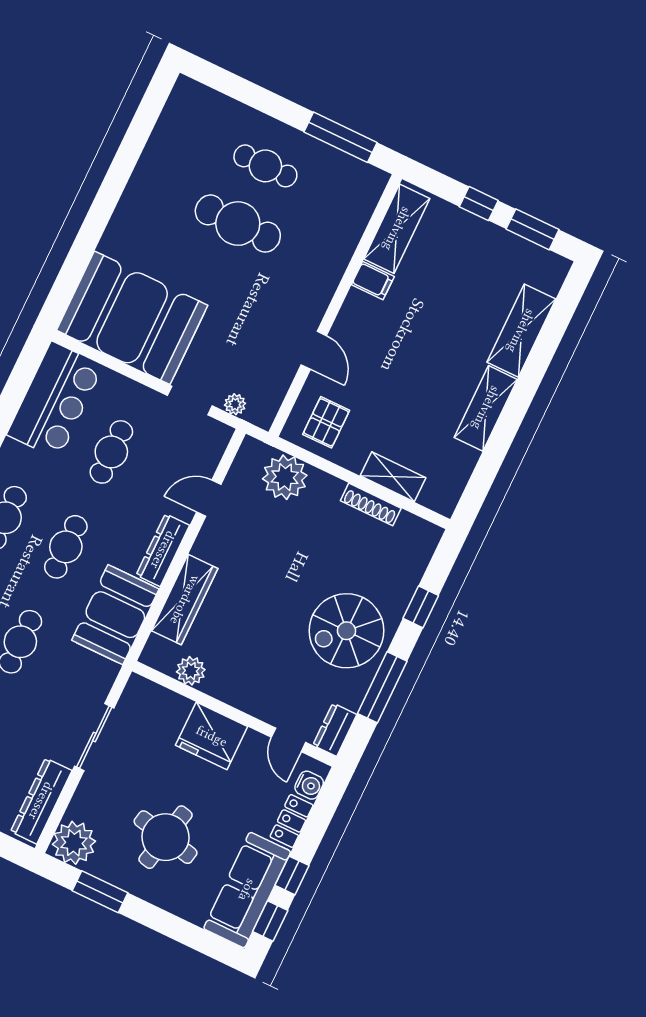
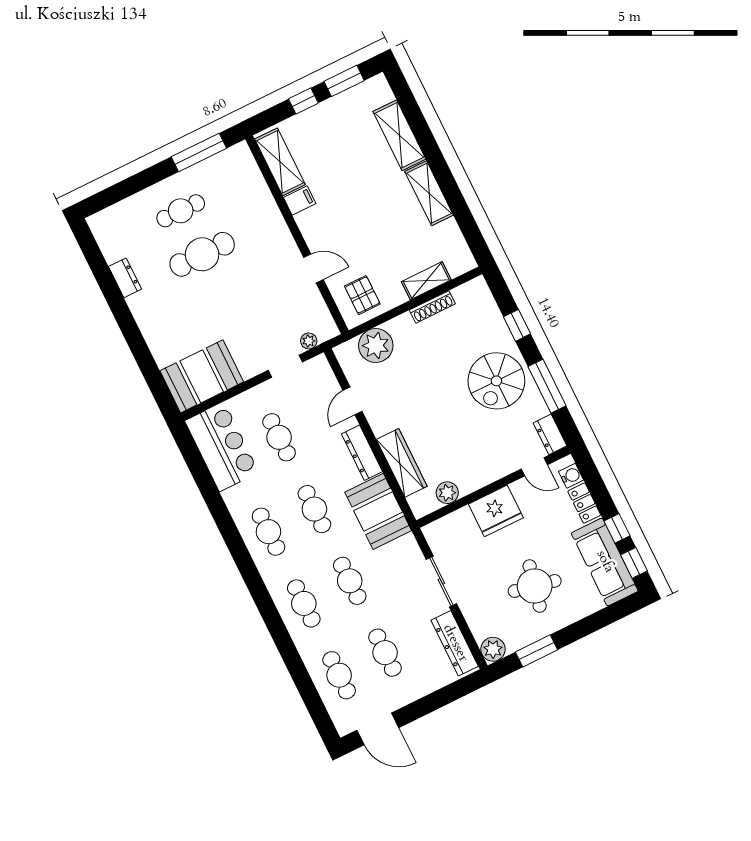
dresser: (151, 163) -> (125, 278), added
booth: (132, 318) -> (202, 376), width x0.73, depth x0.70
plant: (74, 843) -> (493, 649), width x0.73, depth x0.73

